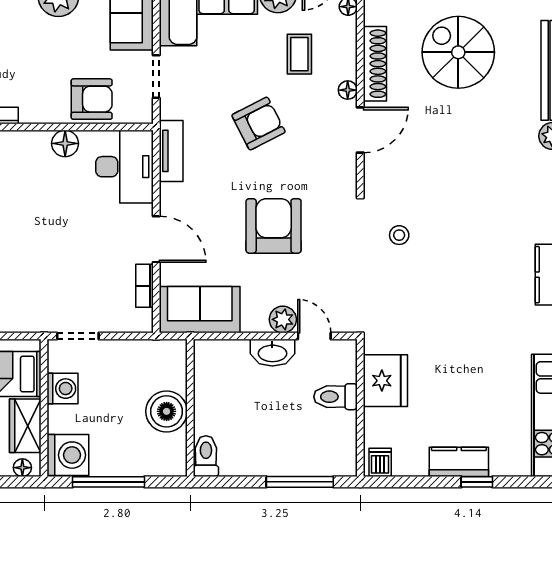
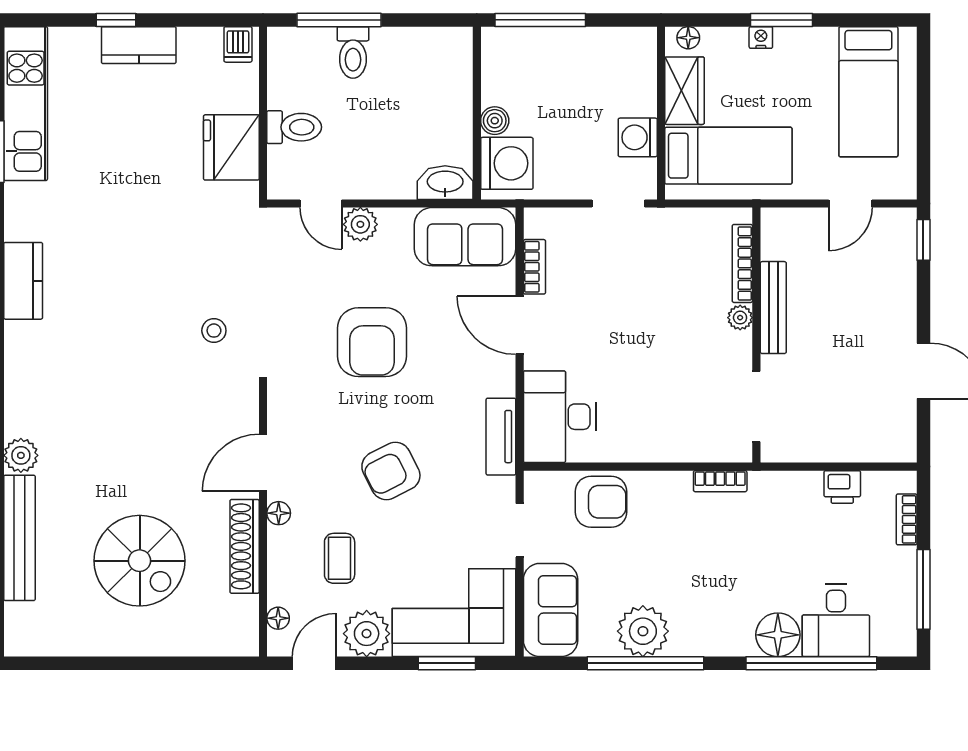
armchair: (92, 99) -> (601, 502), turned 180
floor lamp: (65, 143) -> (635, 446), removed
washbasin: (272, 353) -> (445, 183), moved
boiler: (167, 411) -> (495, 121), width x0.54, depth x0.54
washing machine: (68, 455) -> (507, 163), moved, turned 180
toilet: (206, 456) -> (353, 52), moved
window: (108, 482) -> (540, 20), moved

